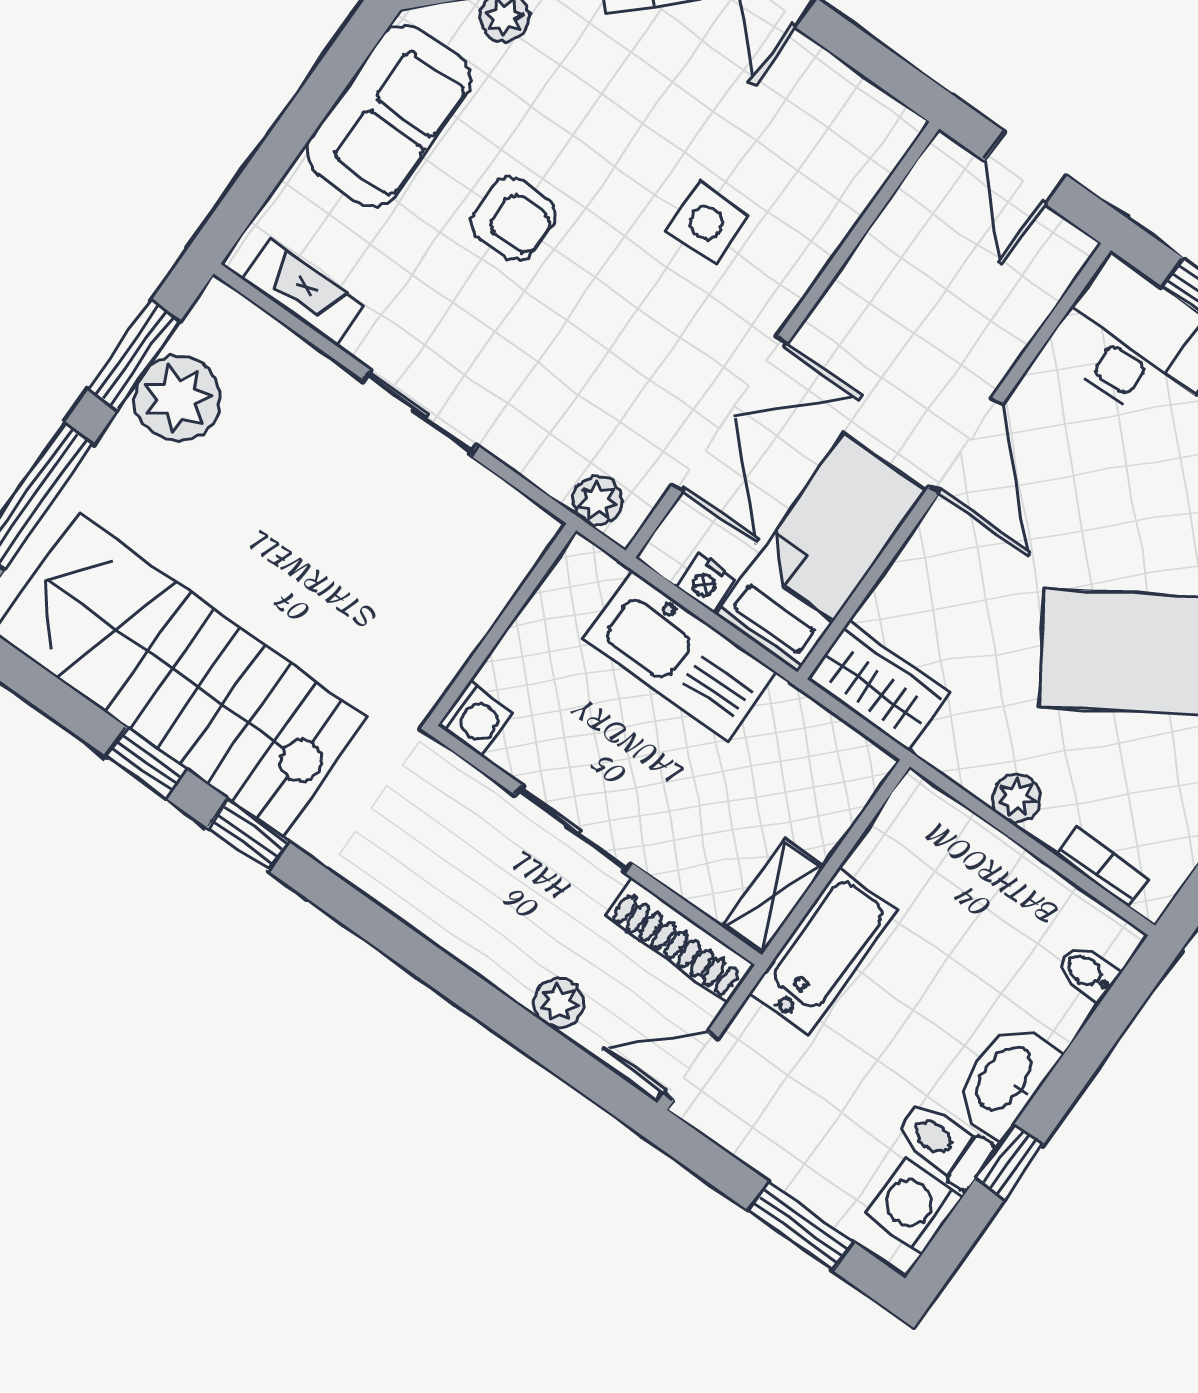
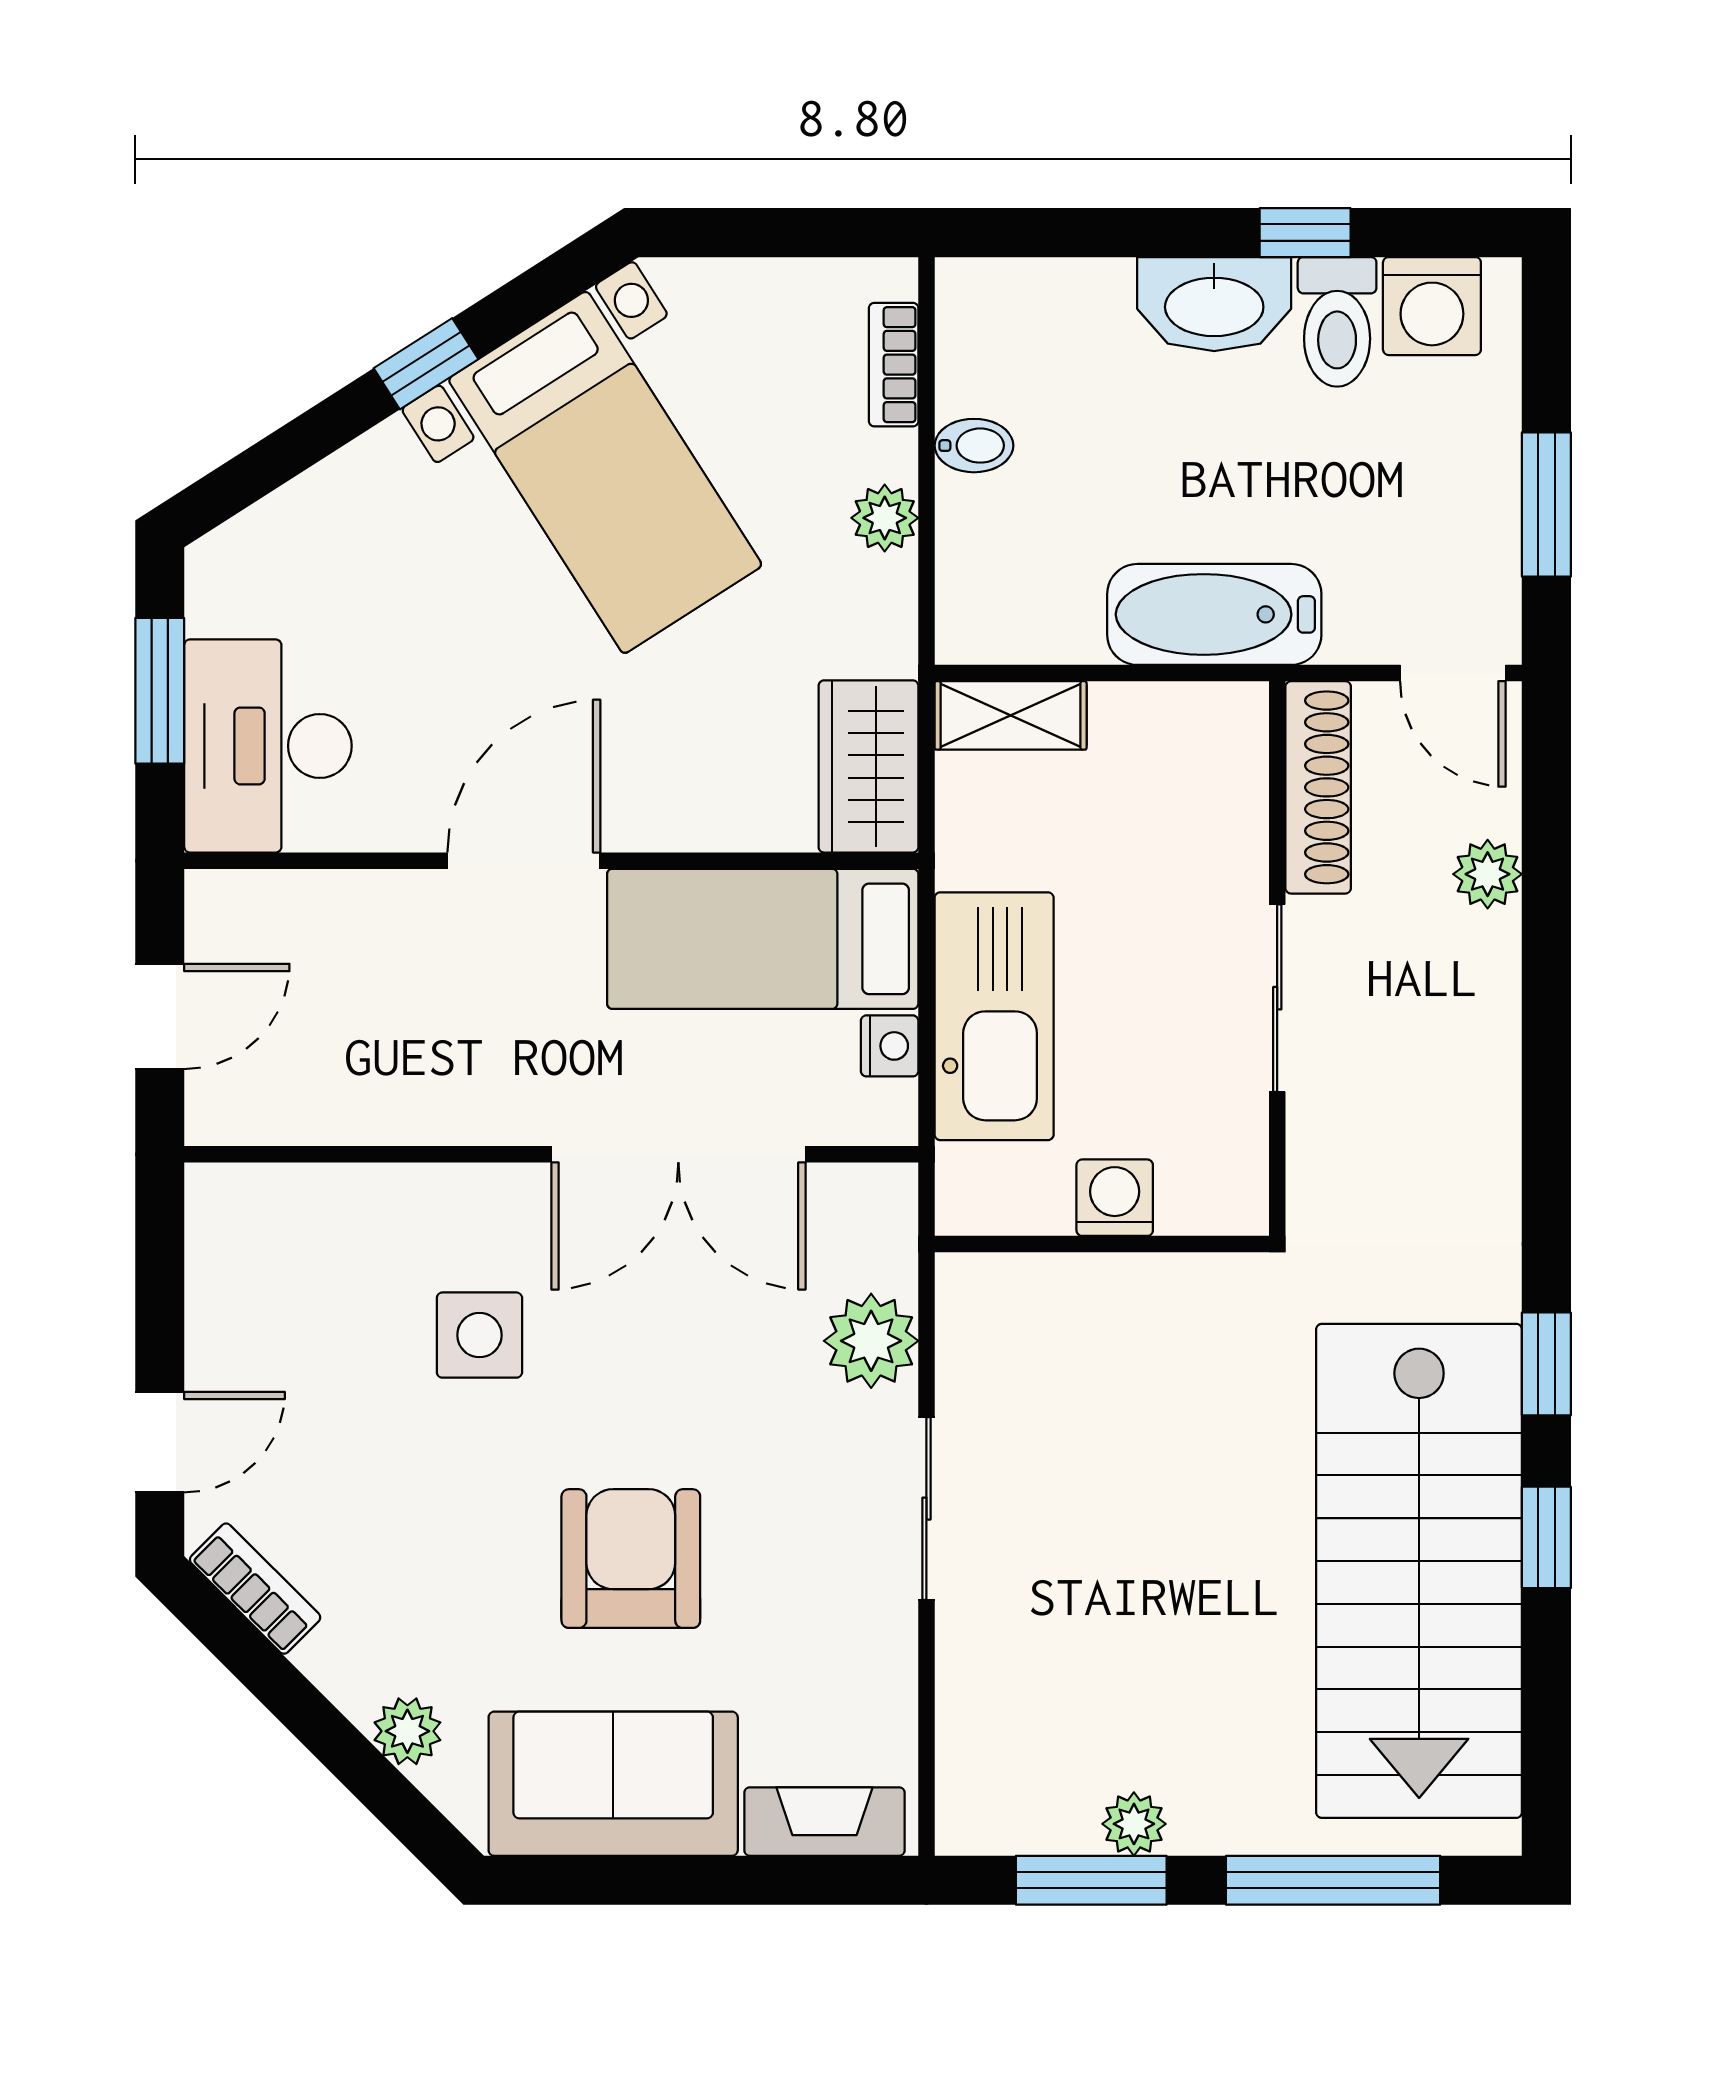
armchair: (513, 219) -> (631, 1559), width x1.38, depth x1.38
fireplace: (303, 292) -> (824, 1822), moved, turned 90
plant: (178, 398) -> (1134, 1824), width x0.53, depth x0.53
double door: (730, 414) -> (678, 1154), swing flipped
plant: (597, 501) -> (871, 1341), moved, width x1.38, depth x1.38
washing machine: (476, 719) -> (1115, 1198), moved
shelving: (773, 897) -> (1011, 715), moved
bidet: (1087, 973) -> (974, 446), moved, turned -90
window: (801, 1226) -> (1546, 505), moved

